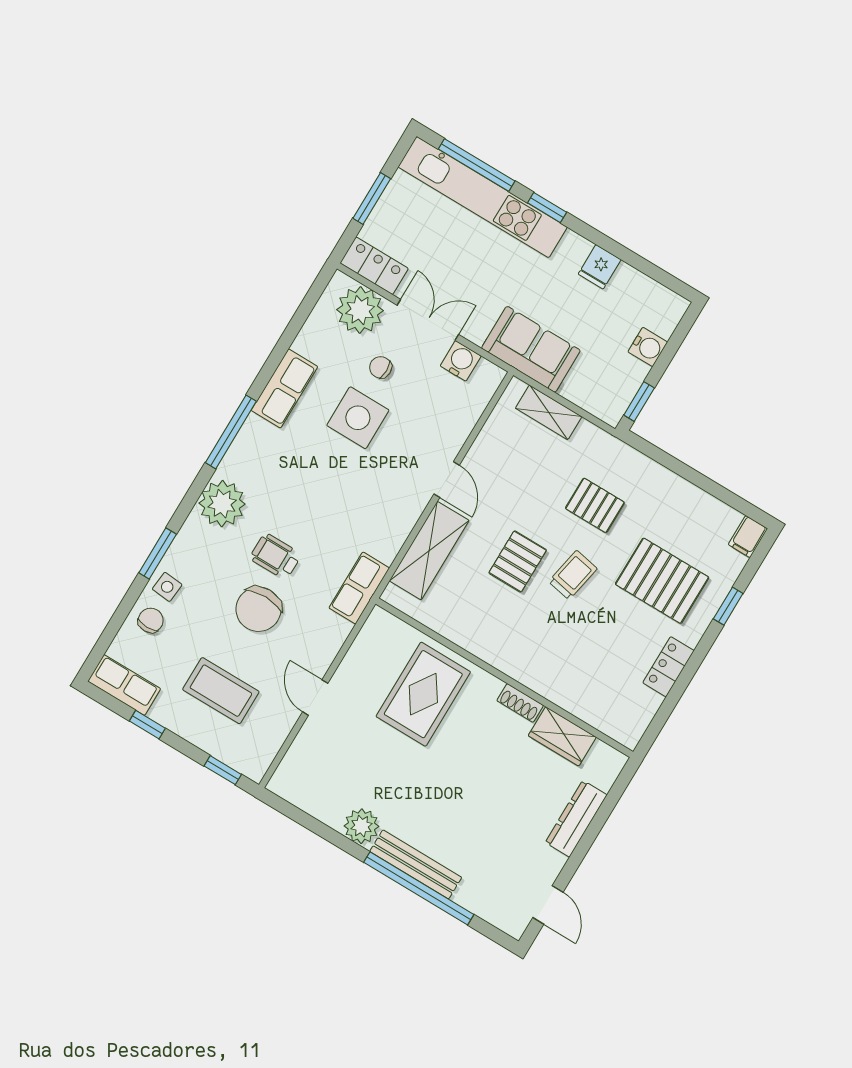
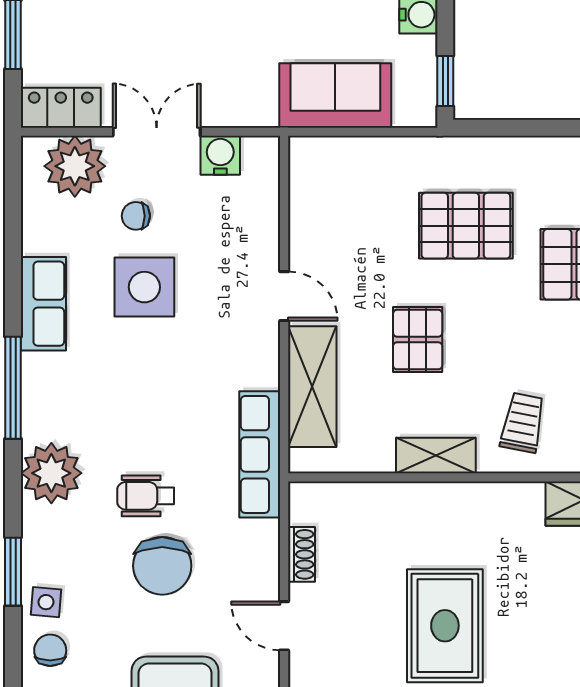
sofa: (531, 349) -> (335, 95), moved
shelving: (549, 412) -> (436, 456), moved
pallet: (595, 505) -> (466, 226), width x1.50, depth x1.42
trolley: (573, 575) -> (523, 423), moved
row of seats: (359, 588) -> (260, 454), width x1.48
rug: (423, 694) -> (445, 626), moved
shoe rack: (520, 703) -> (301, 554), moved, turned -90

